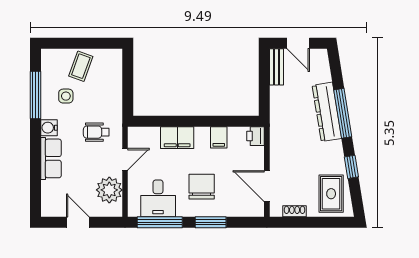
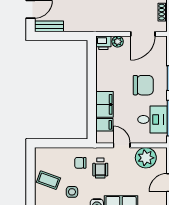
chair: (103, 107) -> (80, 163), added
filing cabinet: (219, 137) -> (104, 125), moved
plant: (257, 154) -> (118, 42), added
chair: (202, 187) -> (143, 85), turned 180

